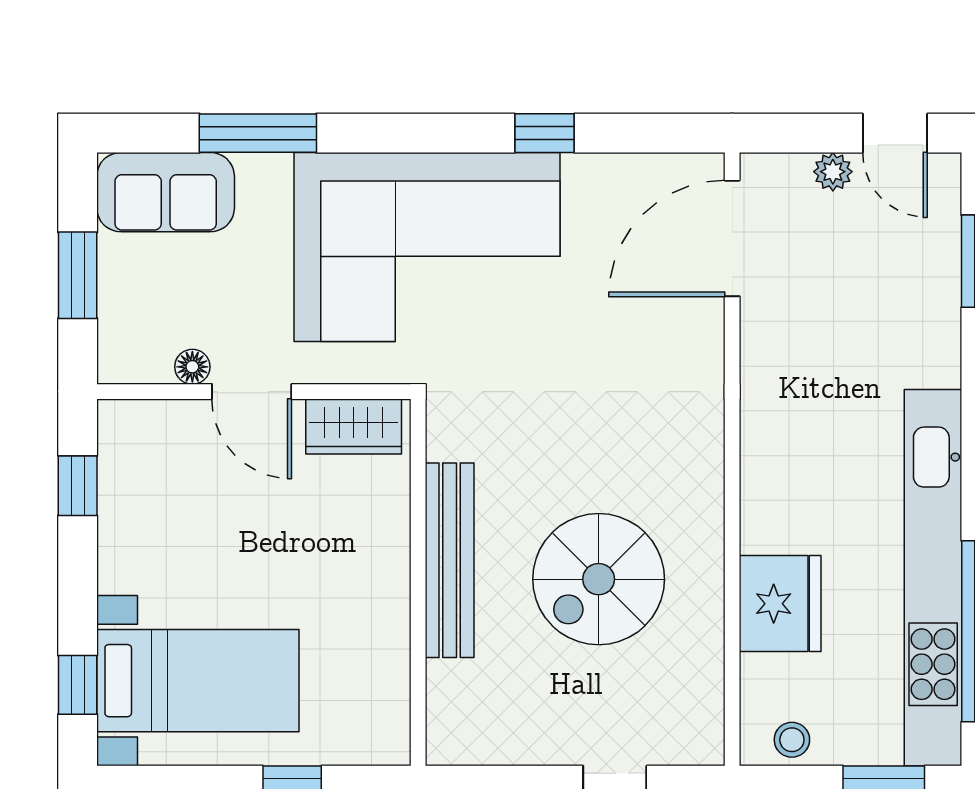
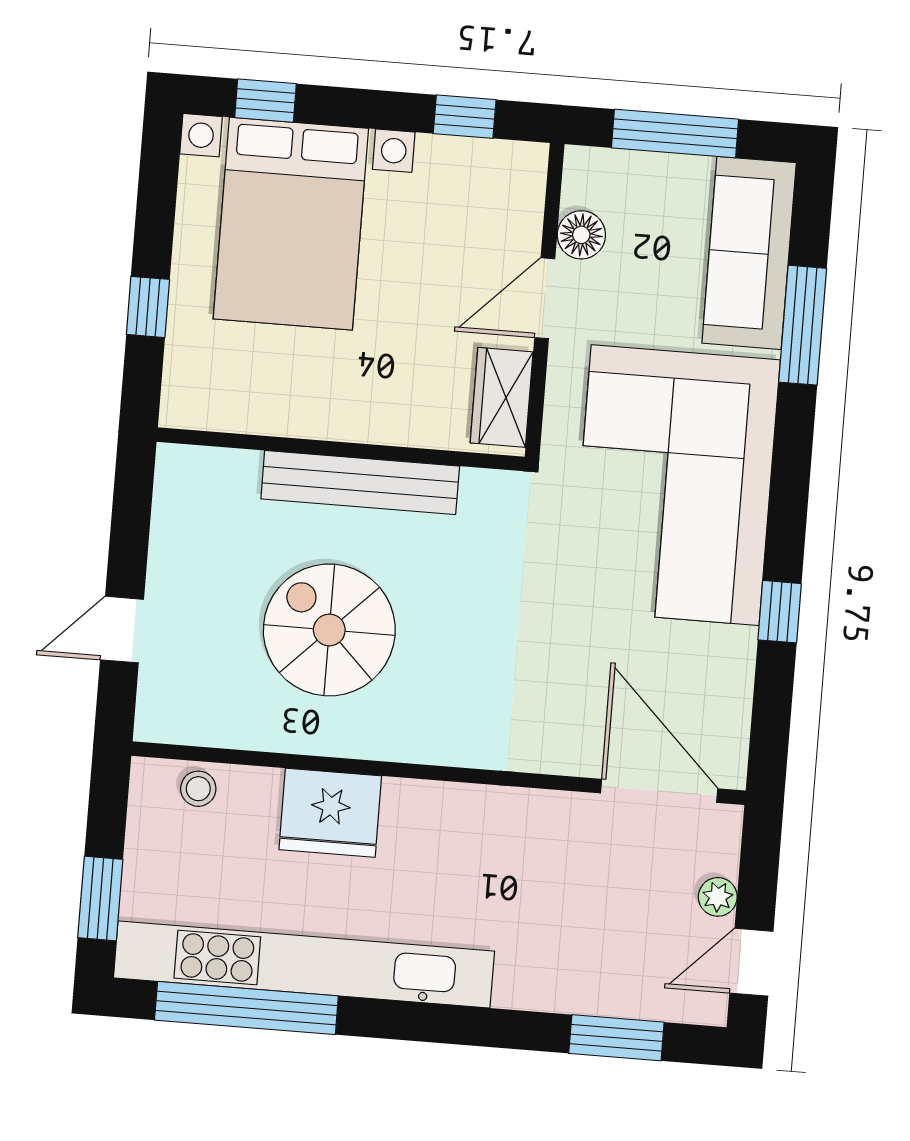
sofa: (166, 192) -> (749, 253), width x1.36
window: (78, 275) -> (675, 134), width x1.44
floor lamp: (192, 367) -> (581, 235), width x1.37, depth x1.37
fridge: (780, 604) -> (330, 813), moved
bed with nightstands: (198, 681) -> (291, 224), width x1.36
stool: (792, 740) -> (198, 789), moved

